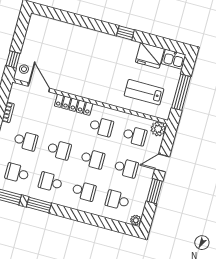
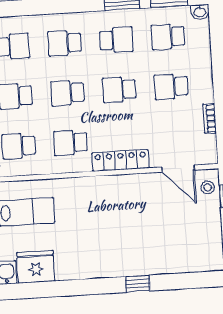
window: (125, 33) -> (138, 284), moved
school desk: (17, 173) -> (168, 37), turned 180

